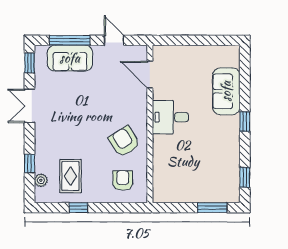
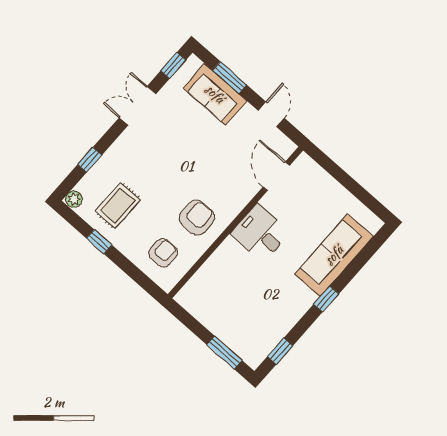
window: (70, 40) -> (230, 77), width x0.69
sofa: (226, 91) -> (334, 255), width x1.36
armchair: (124, 141) -> (197, 218), turned 33
plant: (41, 180) -> (74, 199), moved

